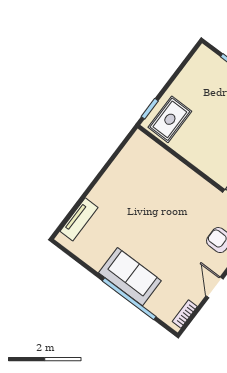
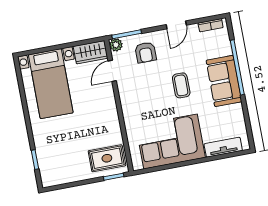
corner sofa: (129, 183) -> (170, 141), added
coffee table: (163, 240) -> (181, 85), added

